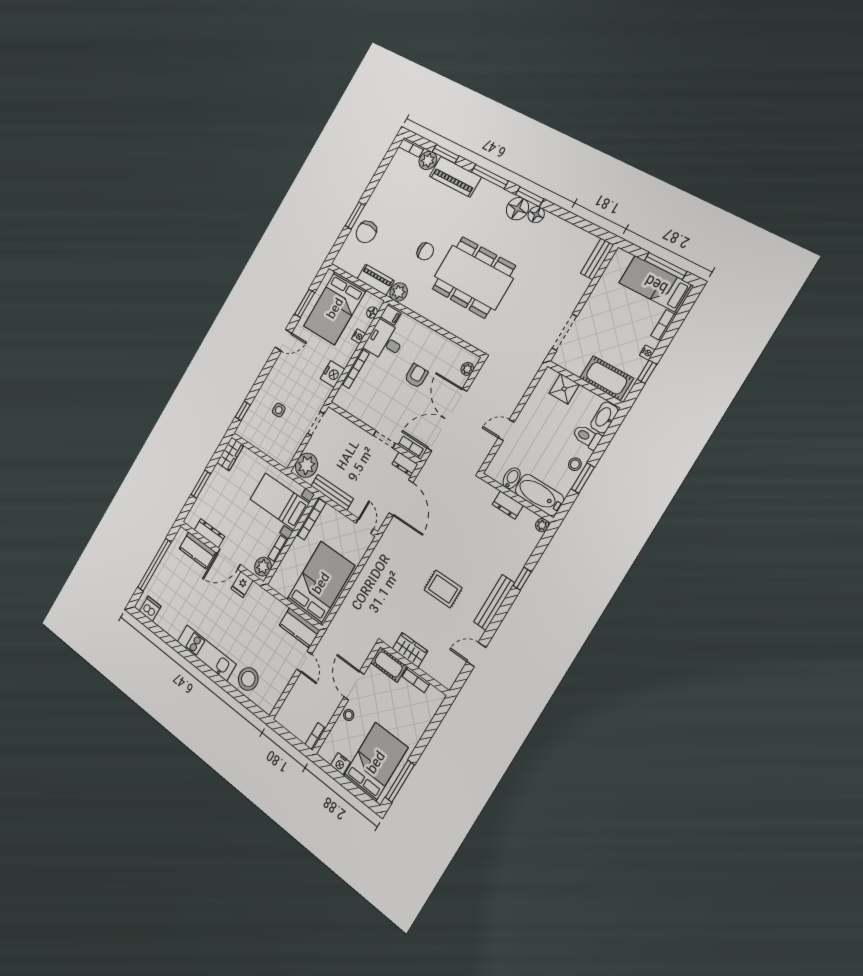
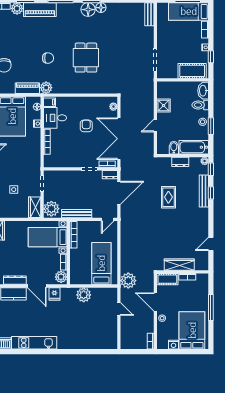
dining table: (473, 277) -> (86, 58), width x0.53, depth x0.80
nightstand: (333, 374) -> (35, 152), removed
shower: (564, 389) -> (164, 106), moved
wardrobe: (288, 450) -> (35, 207), added
door: (401, 498) -> (119, 193), hinge flipped
door: (365, 526) -> (108, 219), swing flipped
window: (544, 543) -> (211, 169), added
door: (229, 559) -> (37, 286), hinge flipped
bed: (321, 583) -> (101, 263), width x0.67
rug: (443, 589) -> (168, 197), moved, turned 90
bench: (494, 602) -> (204, 191), moved
plant: (274, 611) -> (84, 295), added
kitchen counter: (299, 628) -> (105, 294), removed
plant: (339, 630) -> (128, 281), added
wardrobe: (410, 650) -> (179, 265), width x1.50
kitchen unit: (206, 653) -> (34, 343), moved
stool: (248, 679) -> (92, 339), removed
window: (400, 781) -> (211, 308), moved

